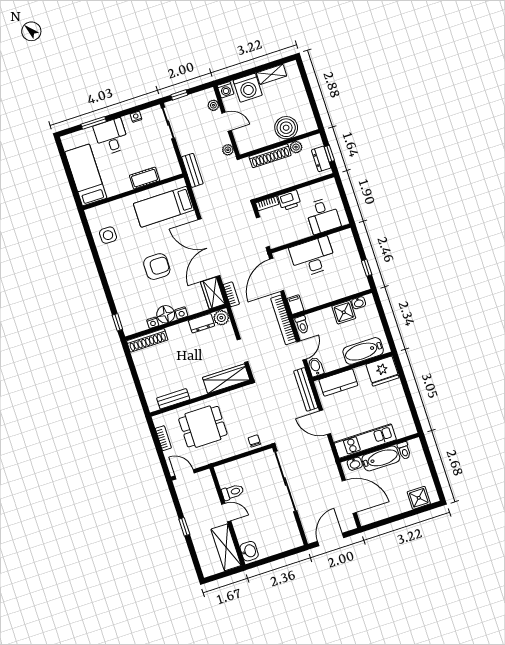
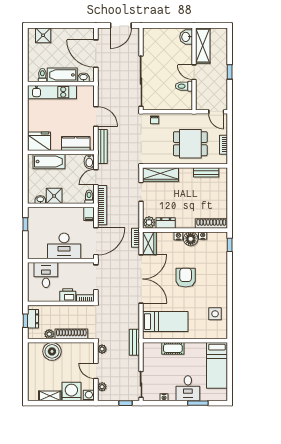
armchair: (157, 267) -> (186, 278), turned 90
kitchen unit: (365, 441) -> (52, 92), moved

